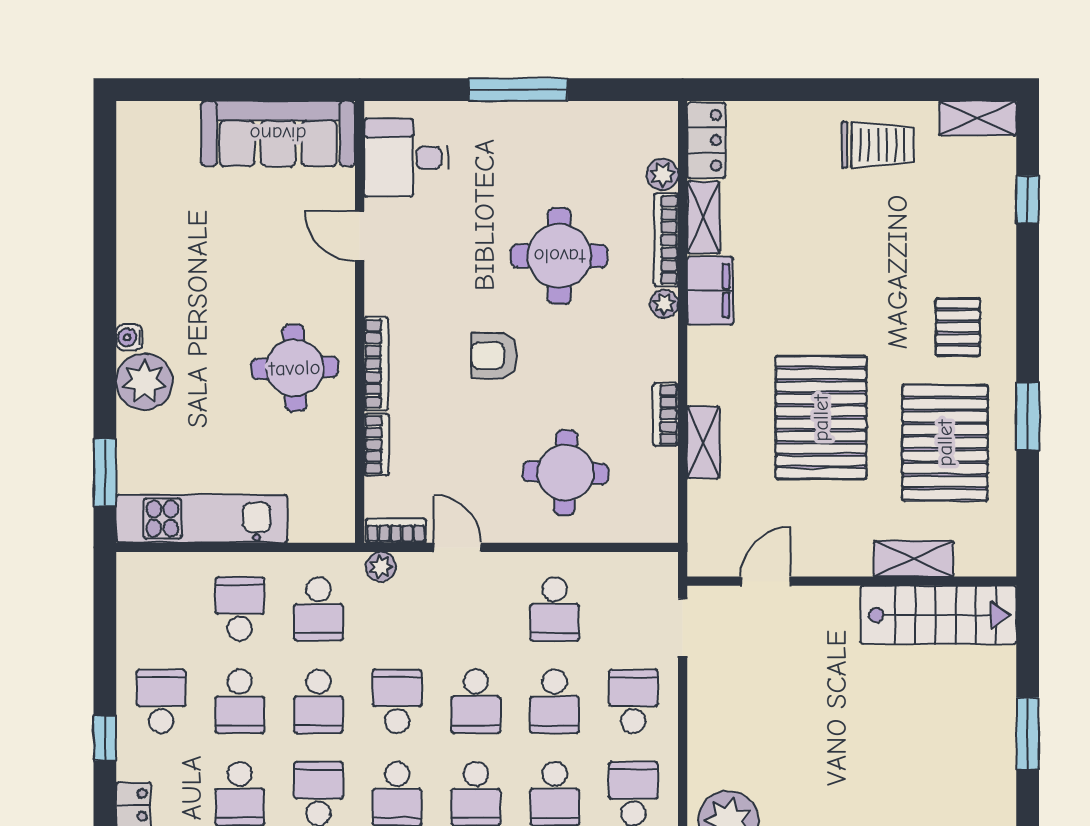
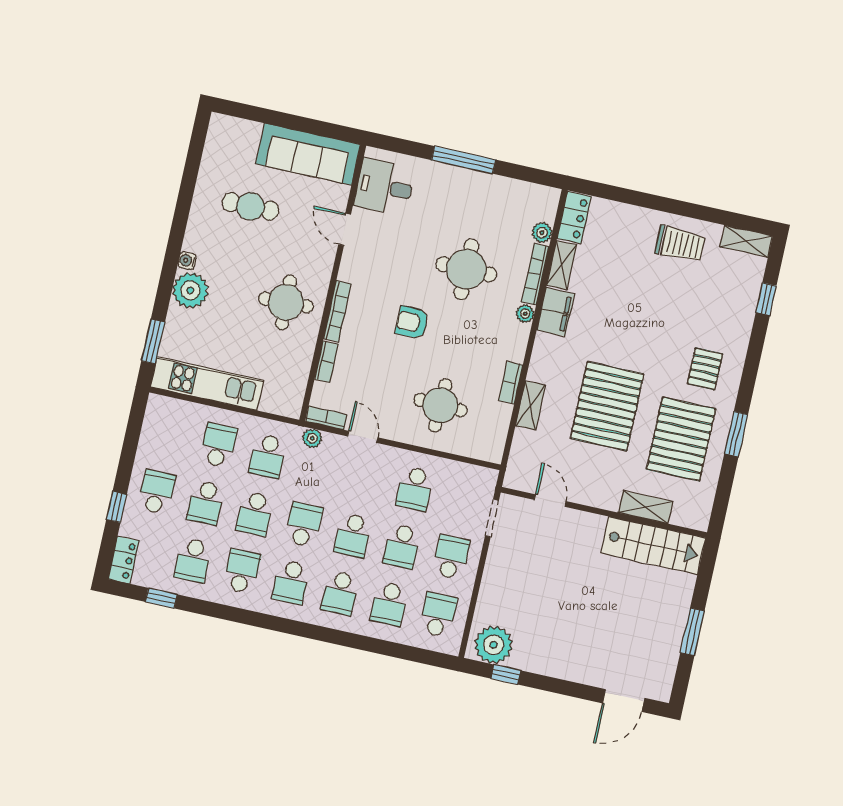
cafe table: (208, 233) -> (250, 206), added
door: (766, 581) -> (550, 501), hinge flipped

